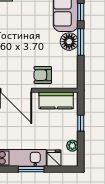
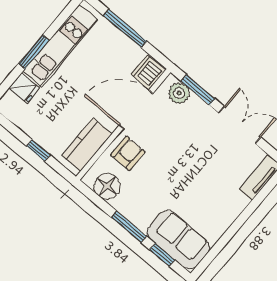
floor lamp: (69, 42) -> (107, 186), moved
plant: (72, 146) -> (21, 120), removed

